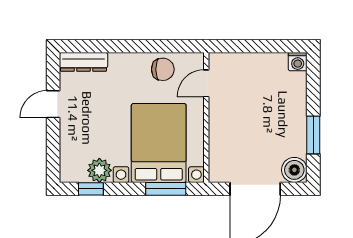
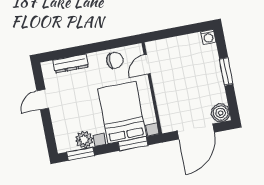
dresser: (84, 62) -> (71, 63), moved
window: (313, 135) -> (226, 71), moved
window: (91, 189) -> (81, 154), width x1.50

